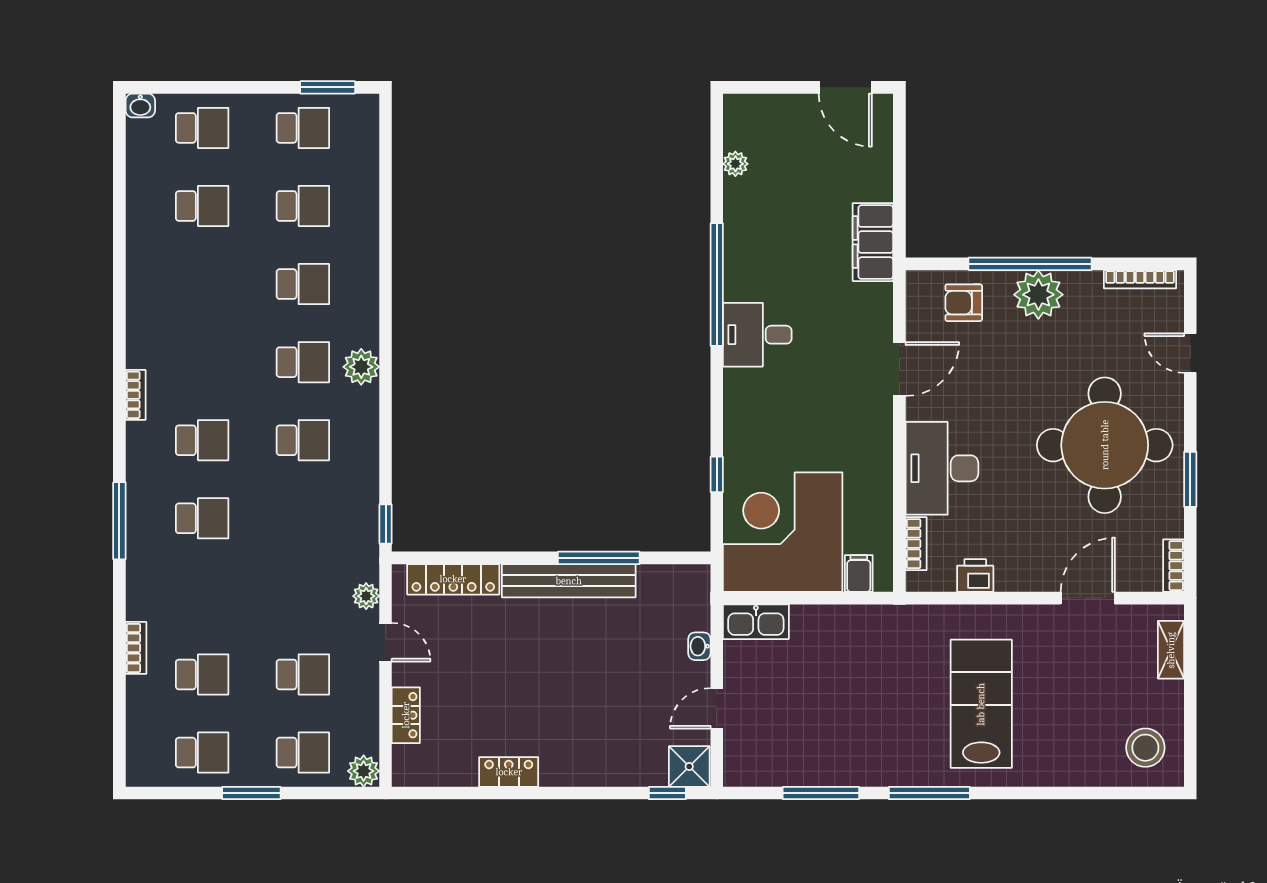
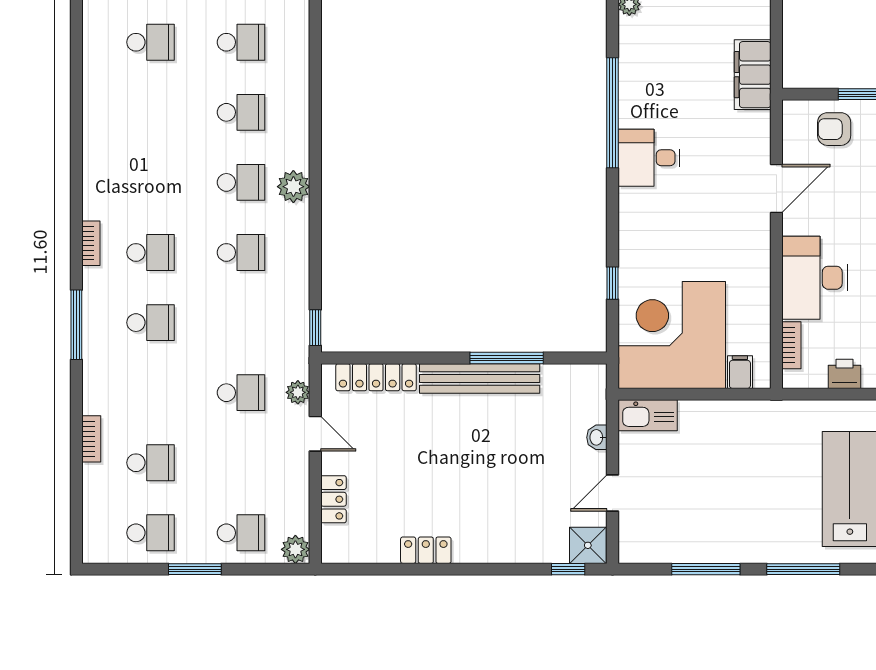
bookcase: (136, 395) -> (91, 243), moved
school desk: (303, 674) -> (241, 393), moved

